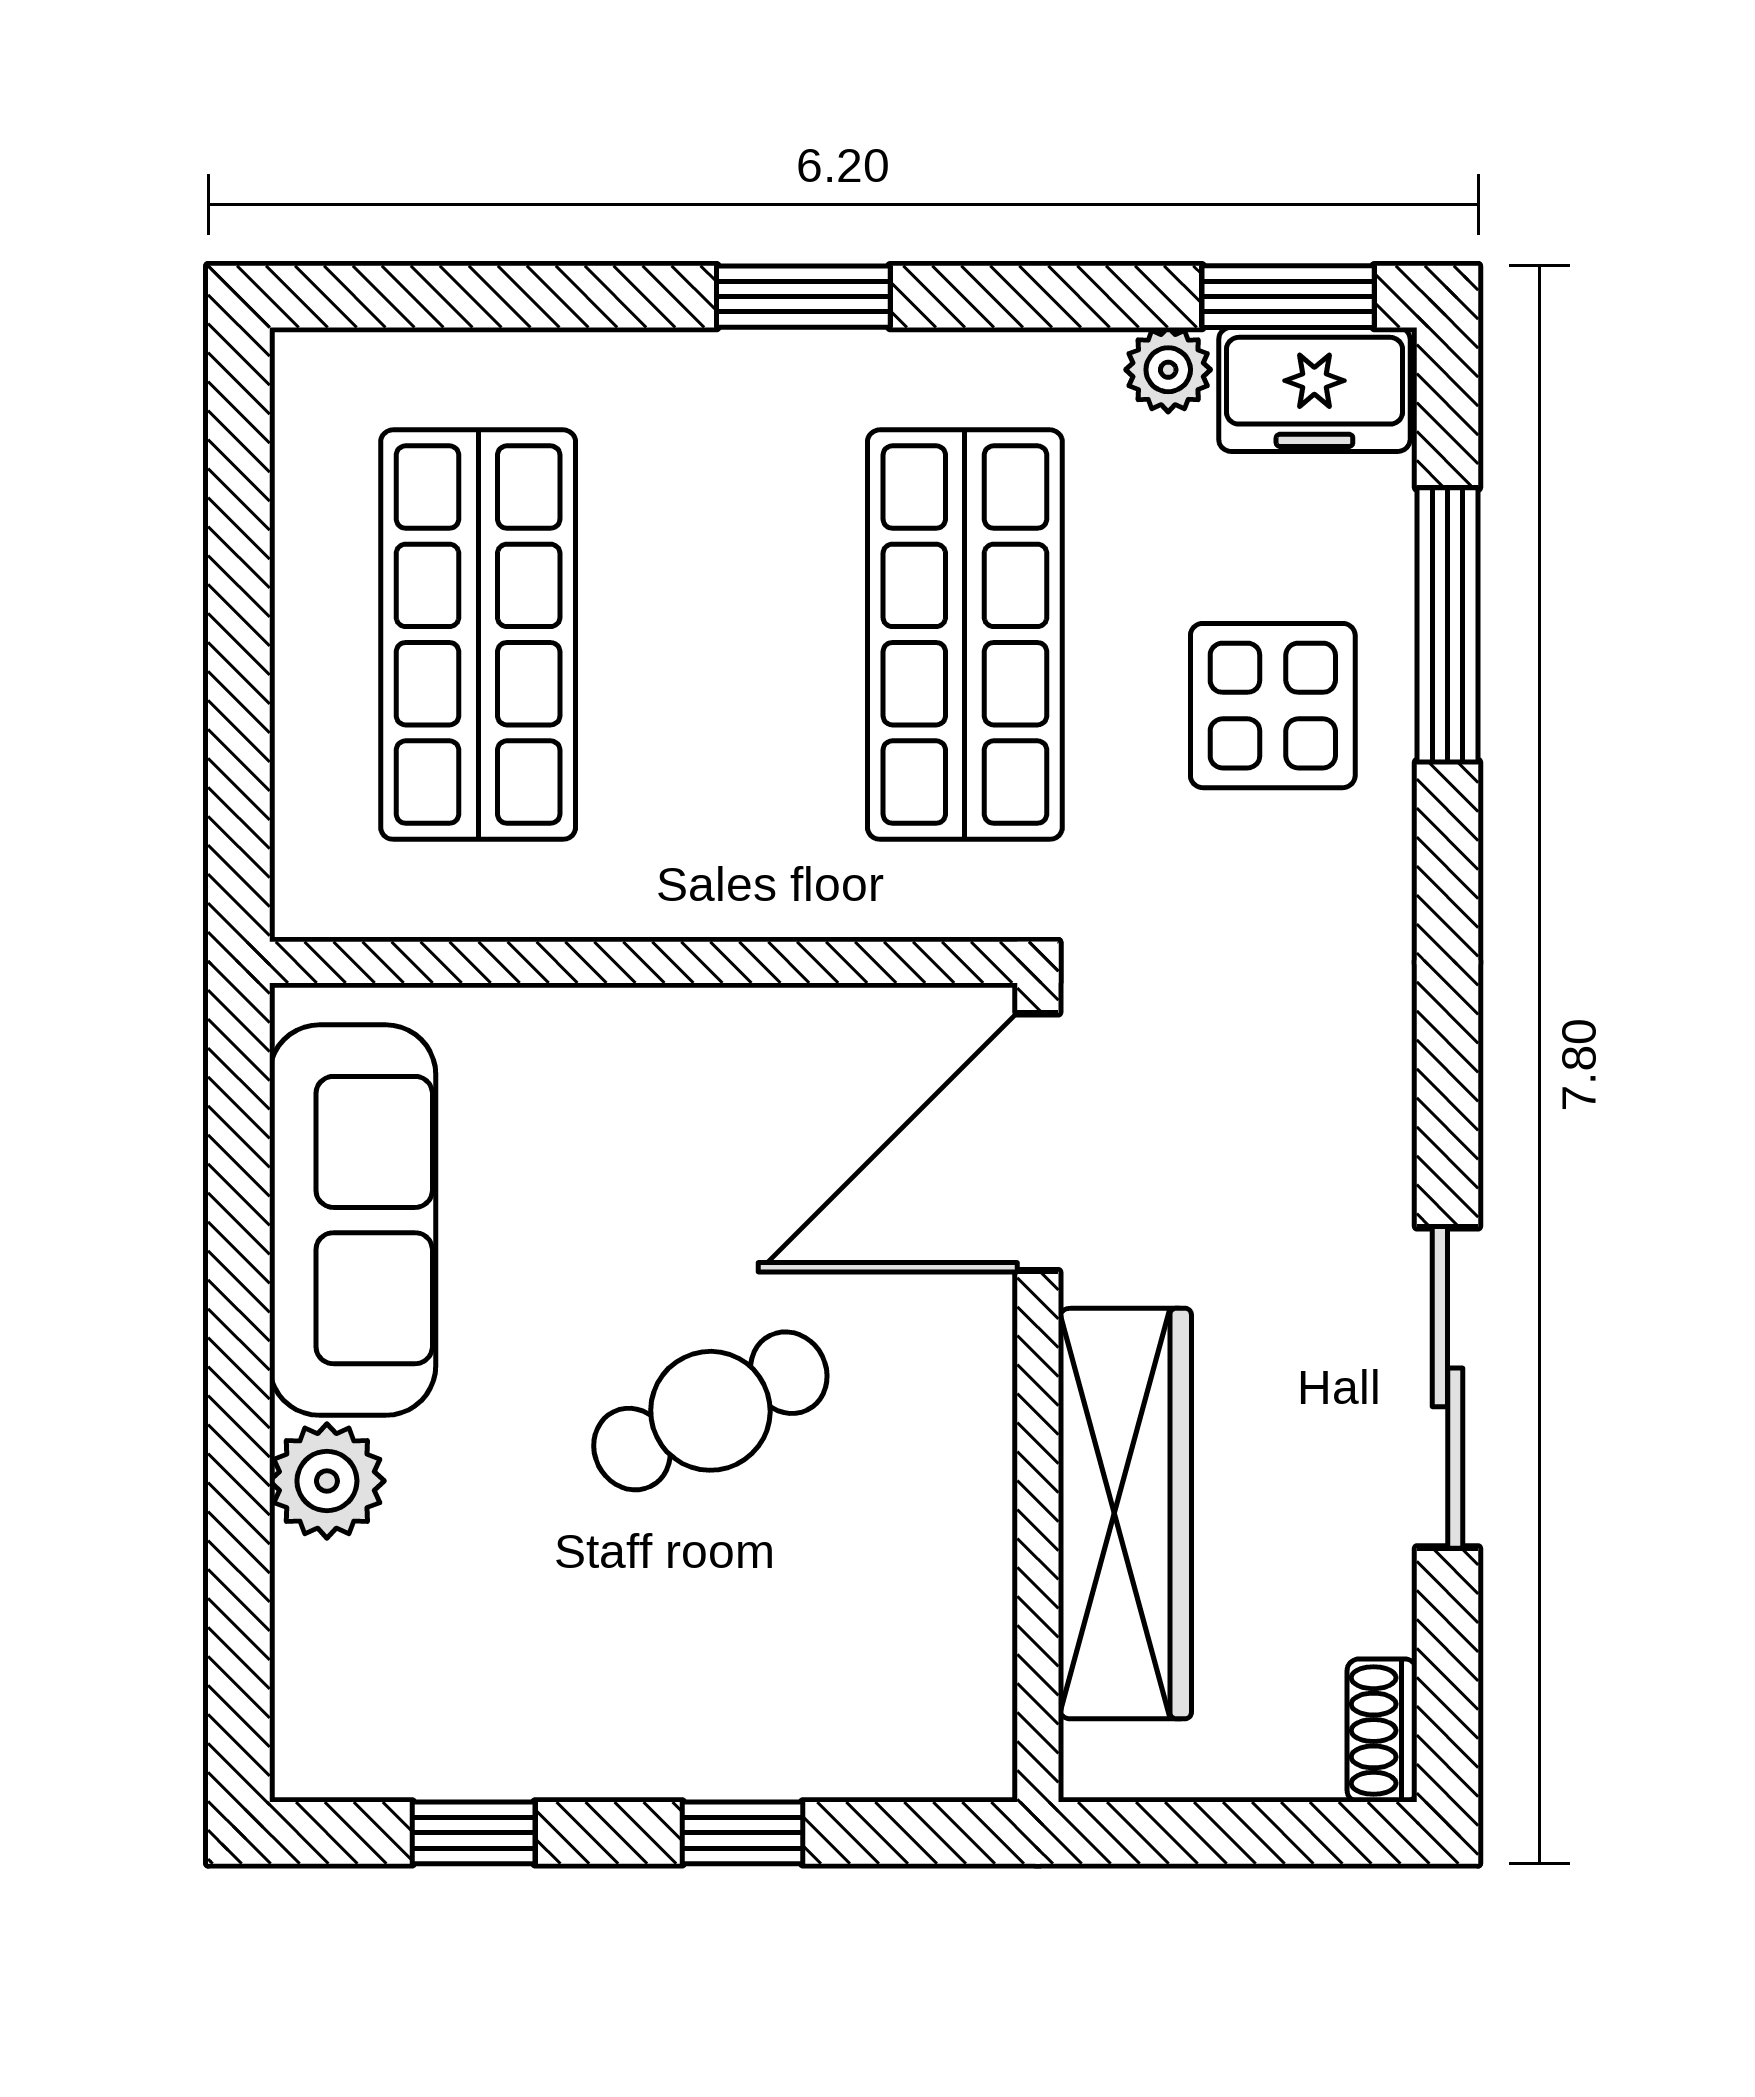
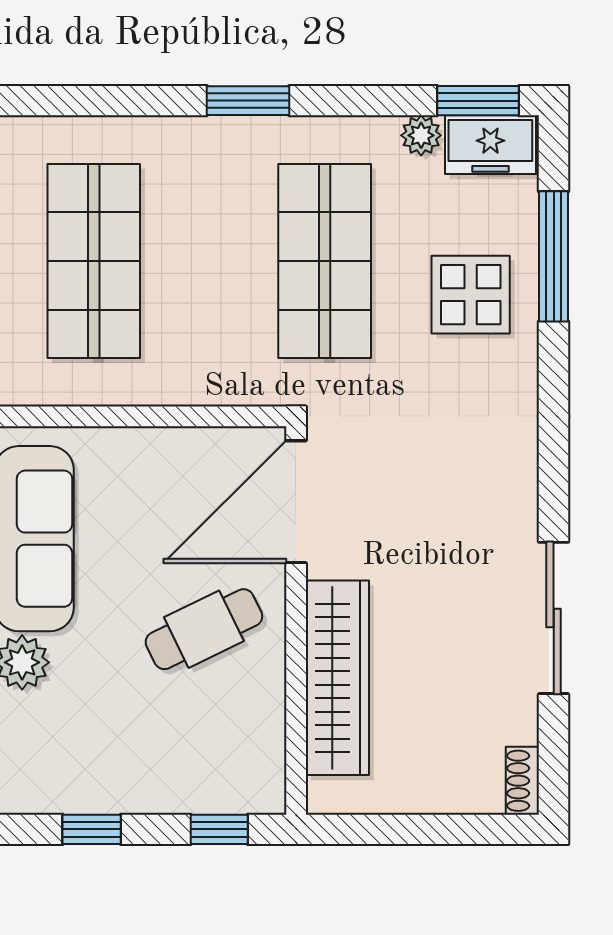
door: (1038, 1142) -> (296, 502), moved
wall: (1038, 1393) -> (296, 620), moved
wardrobe: (1125, 1514) -> (337, 678), moved

